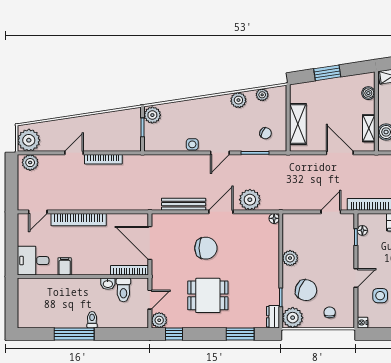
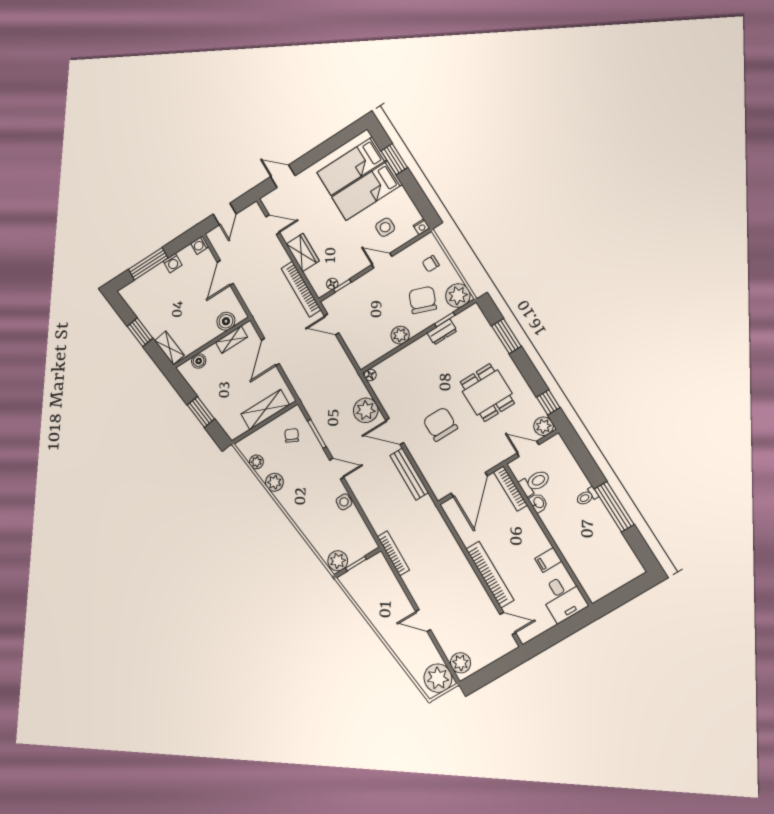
bookcase: (103, 159) -> (393, 553), moved
dresser: (273, 317) -> (442, 332), moved

